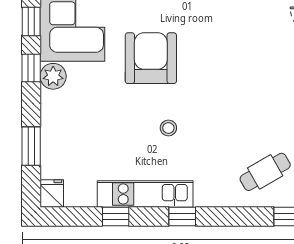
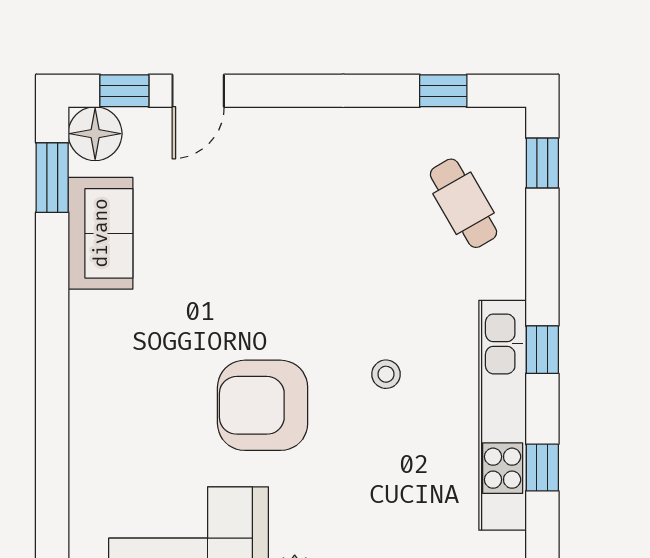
kitchen unit: (145, 194) -> (503, 415), width x1.36

